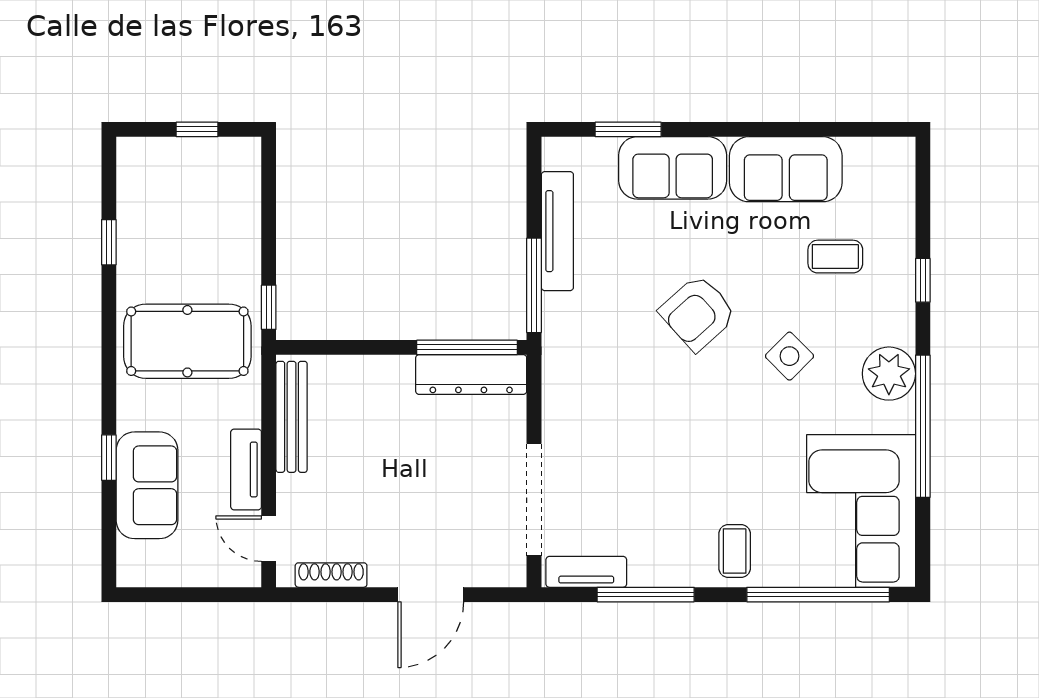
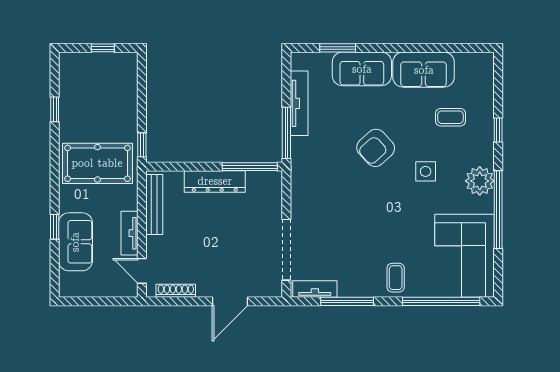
side table: (789, 356) -> (426, 171), turned 45
dresser: (471, 375) -> (215, 181), moved

